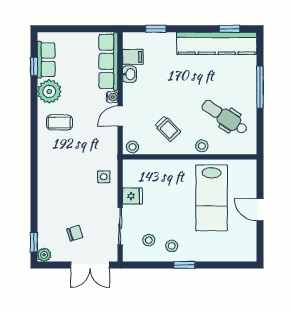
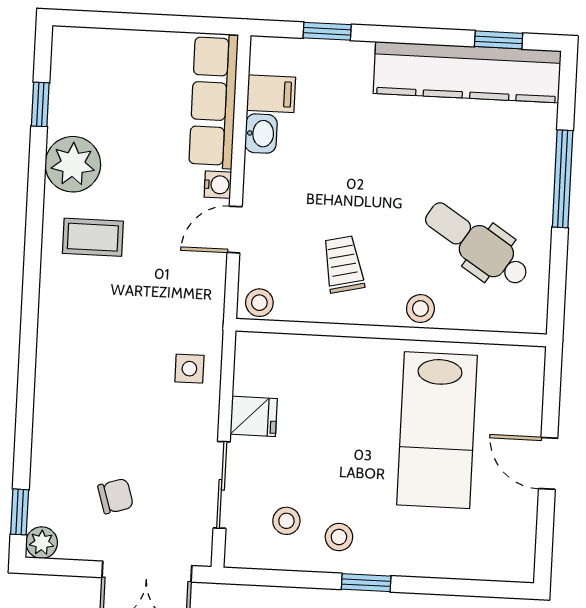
row of seats: (46, 60) -> (69, 90), removed
trolley: (168, 129) -> (343, 264), turned -149

